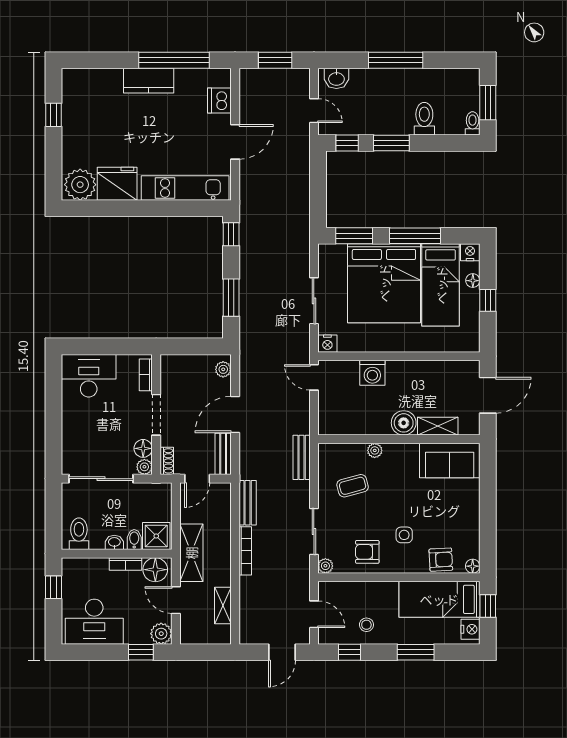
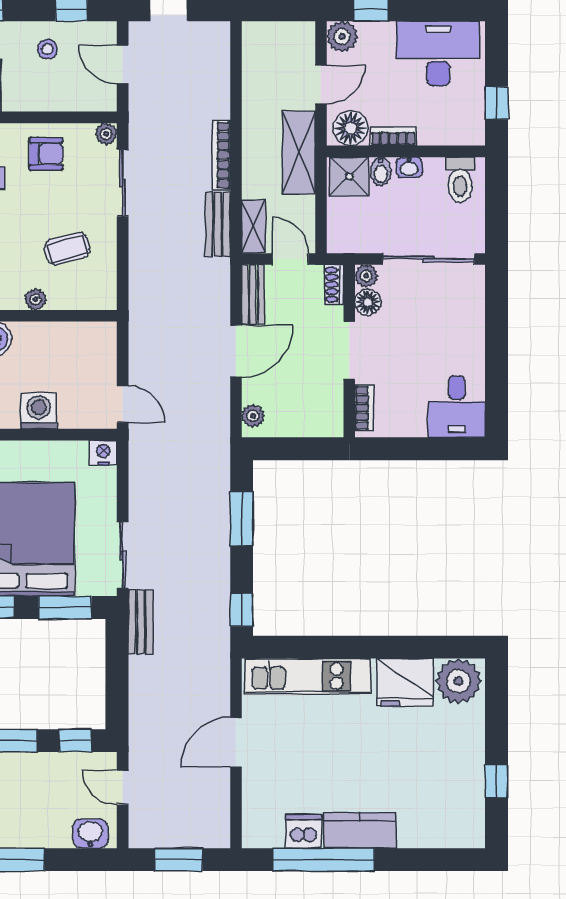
dishwasher: (219, 100) -> (304, 831), moved, turned -90
sliding door: (314, 301) -> (123, 555), moved
desk: (89, 376) -> (457, 407), width x0.73
bench: (302, 457) -> (140, 622), moved
door: (197, 479) -> (290, 259), hinge flipped
door: (176, 600) -> (321, 85), hinge flipped
shelving: (223, 606) -> (253, 226), moved

